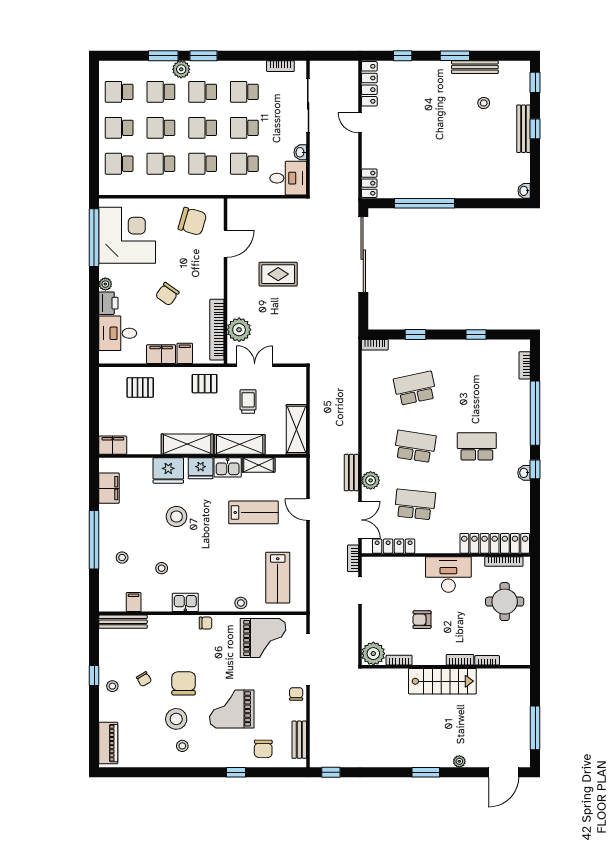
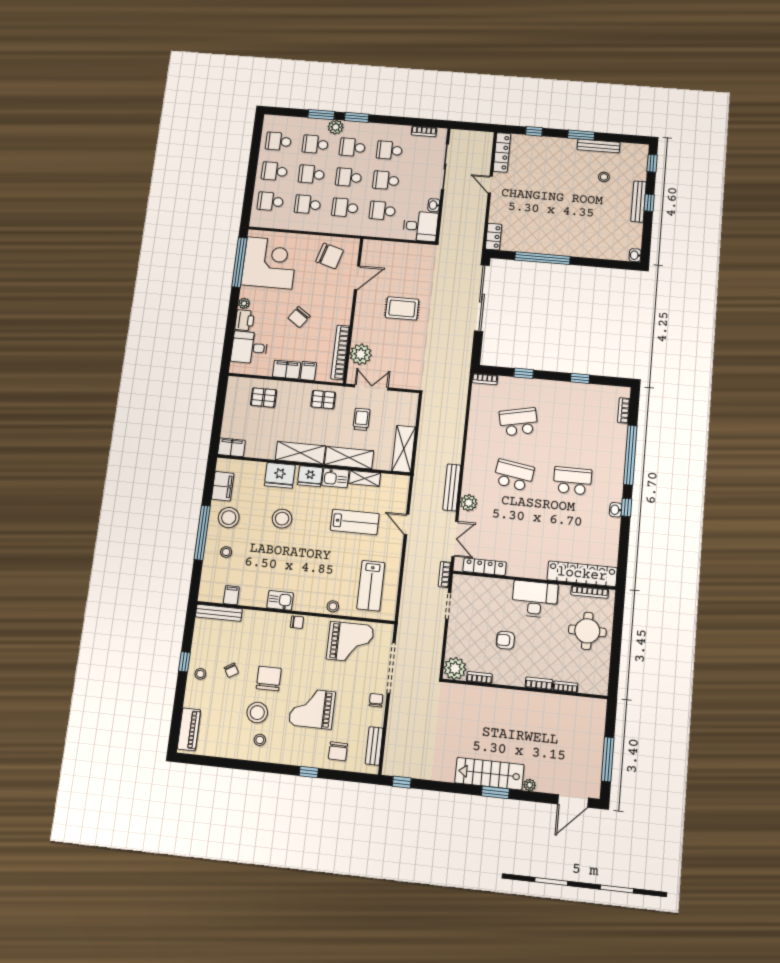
bench: (351, 473) -> (452, 488), width x1.36
school desk: (415, 504) -> (509, 529), removed
stool: (162, 568) -> (229, 518), moved, width x1.89, depth x1.89
stairs: (442, 681) -> (489, 774), moved, turned 180

